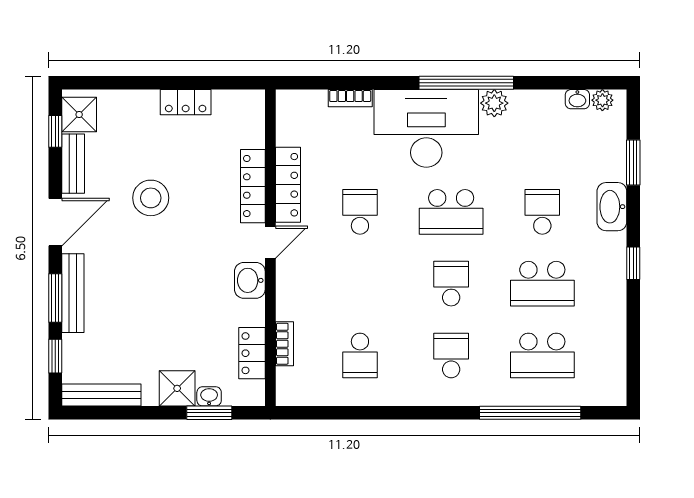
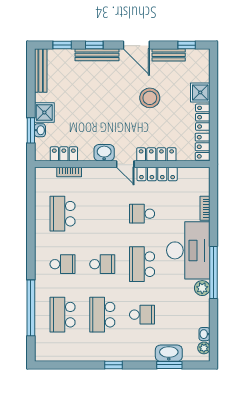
locker: (239, 103) -> (203, 147), added
shower: (79, 115) -> (200, 92), moved
washbasin: (612, 207) -> (169, 353), moved
school desk: (360, 212) -> (142, 214), turned 180
window: (55, 298) -> (94, 45), width x0.67
school desk: (360, 355) -> (63, 214), width x1.85

